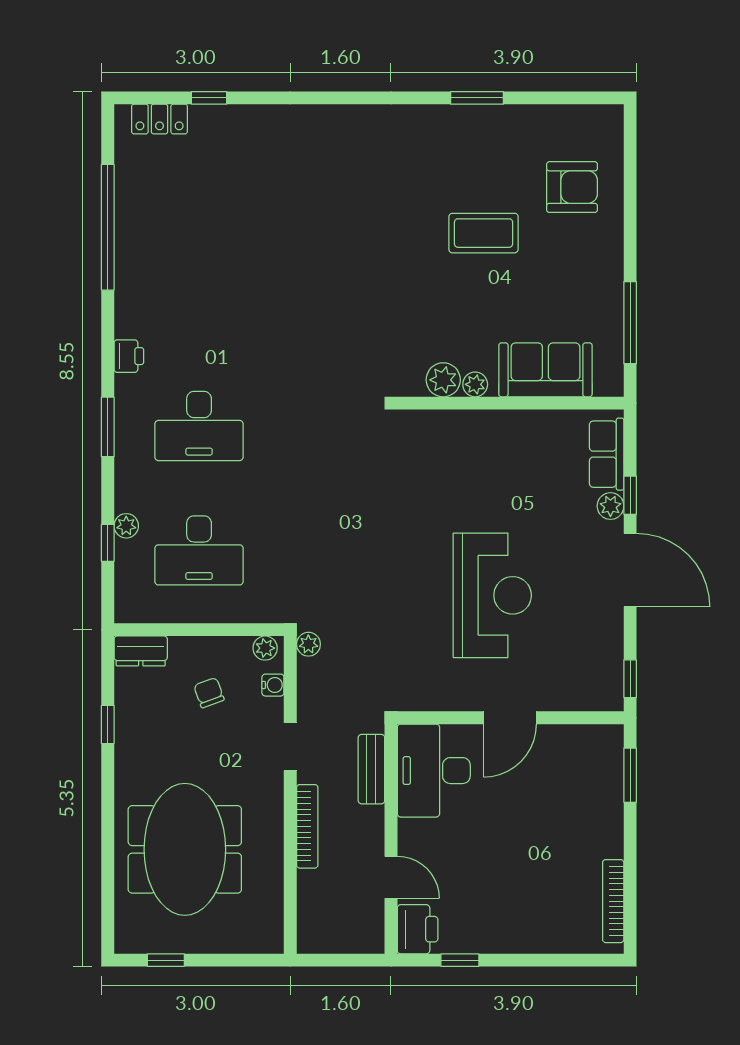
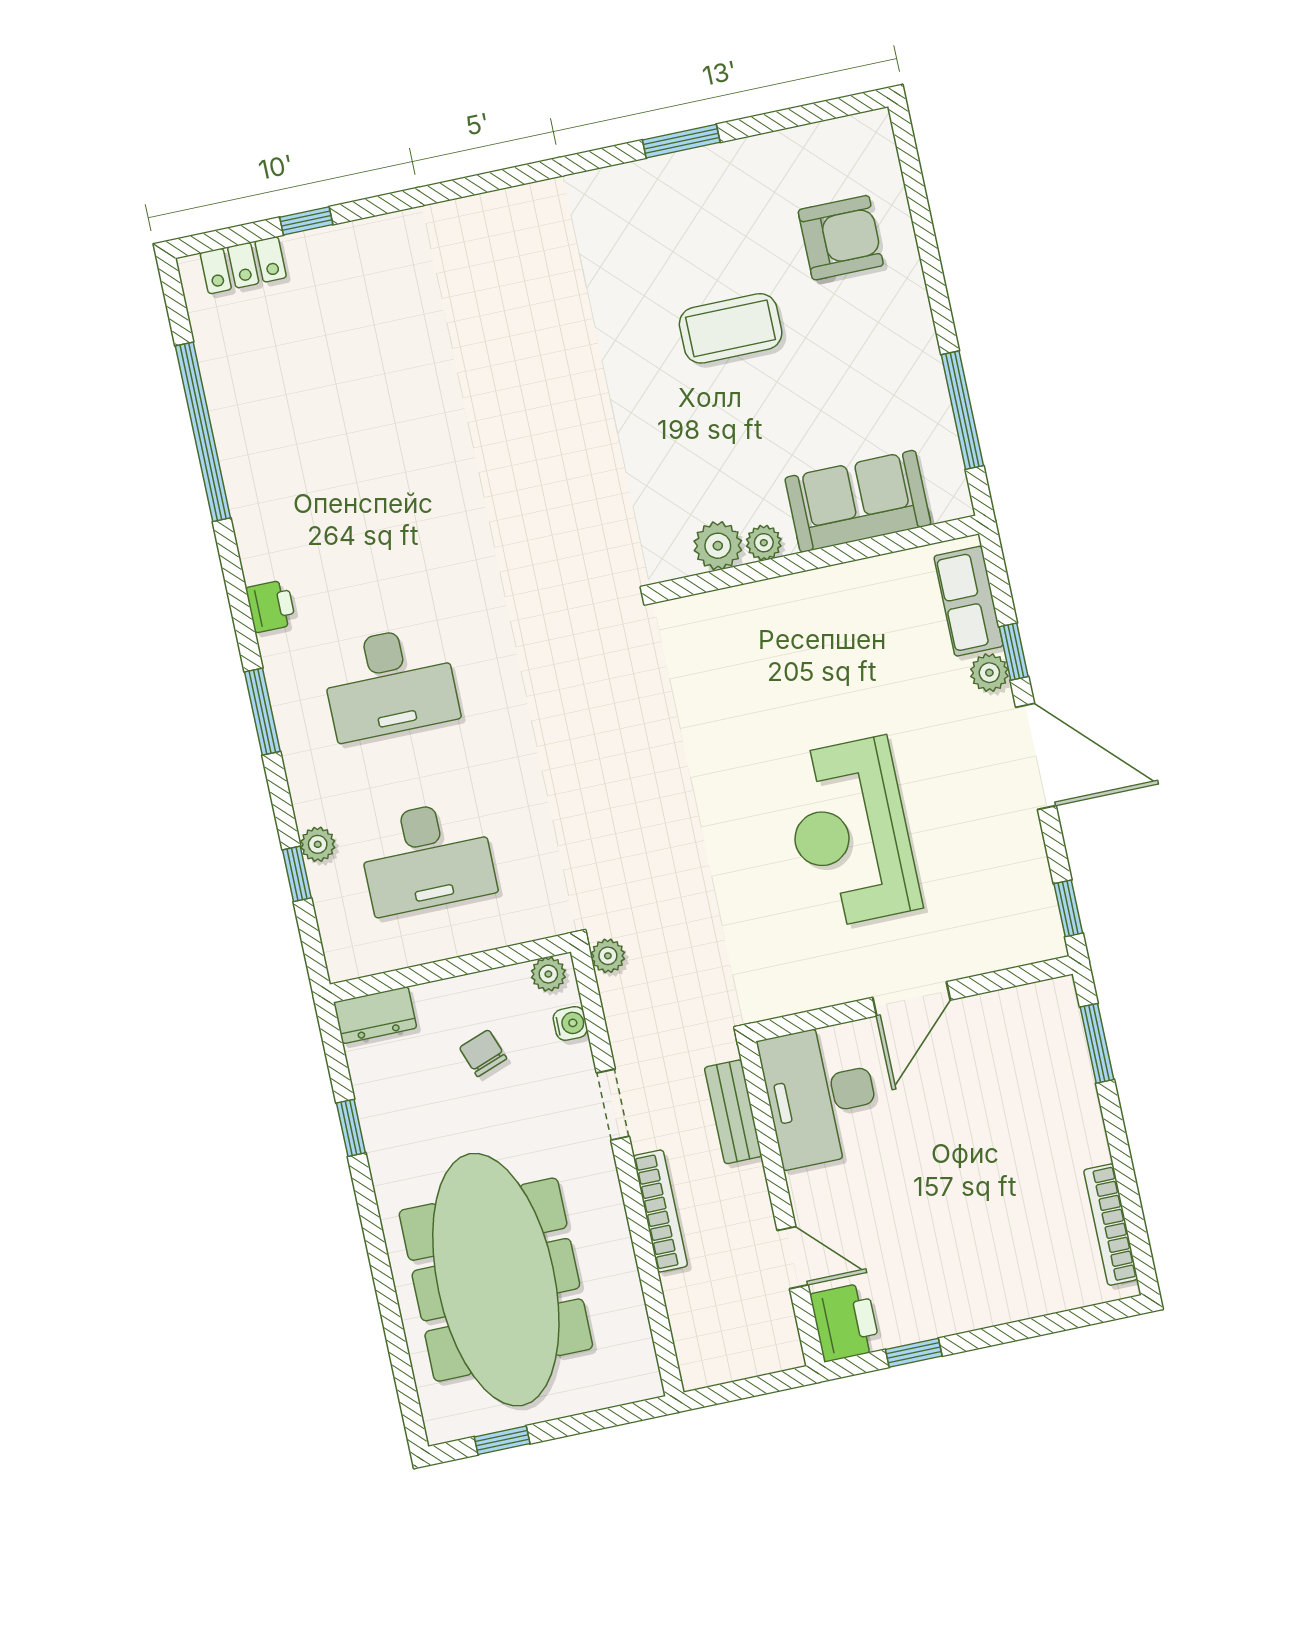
reception desk: (492, 595) -> (850, 833), turned 180
meeting table: (185, 849) -> (496, 1280), width x1.36

